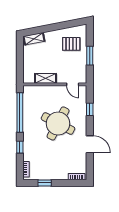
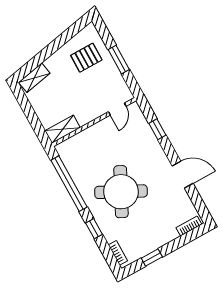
shelving: (45, 78) -> (63, 129), moved
door: (73, 84) -> (117, 109), hinge flipped
round table: (58, 124) -> (121, 192), moved

